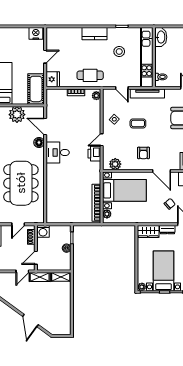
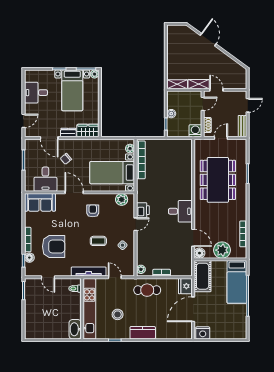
door: (45, 57) -> (193, 309), width x1.88
floor lamp: (39, 142) -> (199, 253), moved
door: (22, 271) -> (216, 90), hinge flipped

